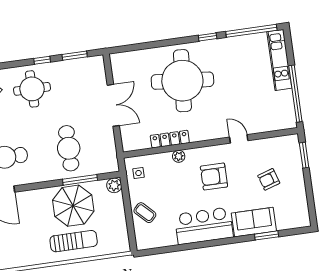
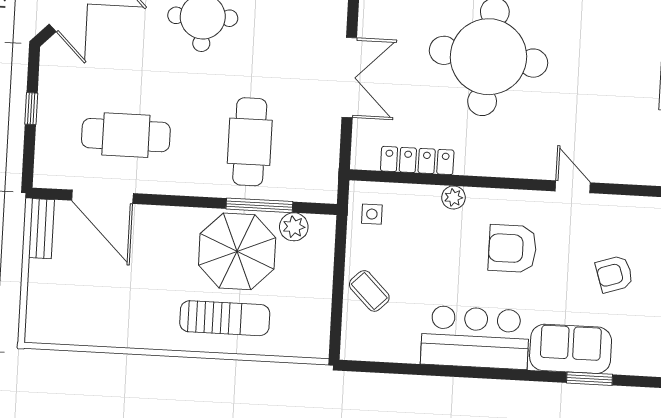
locker: (170, 139) -> (417, 160), moved
plant: (114, 185) -> (294, 227), moved

